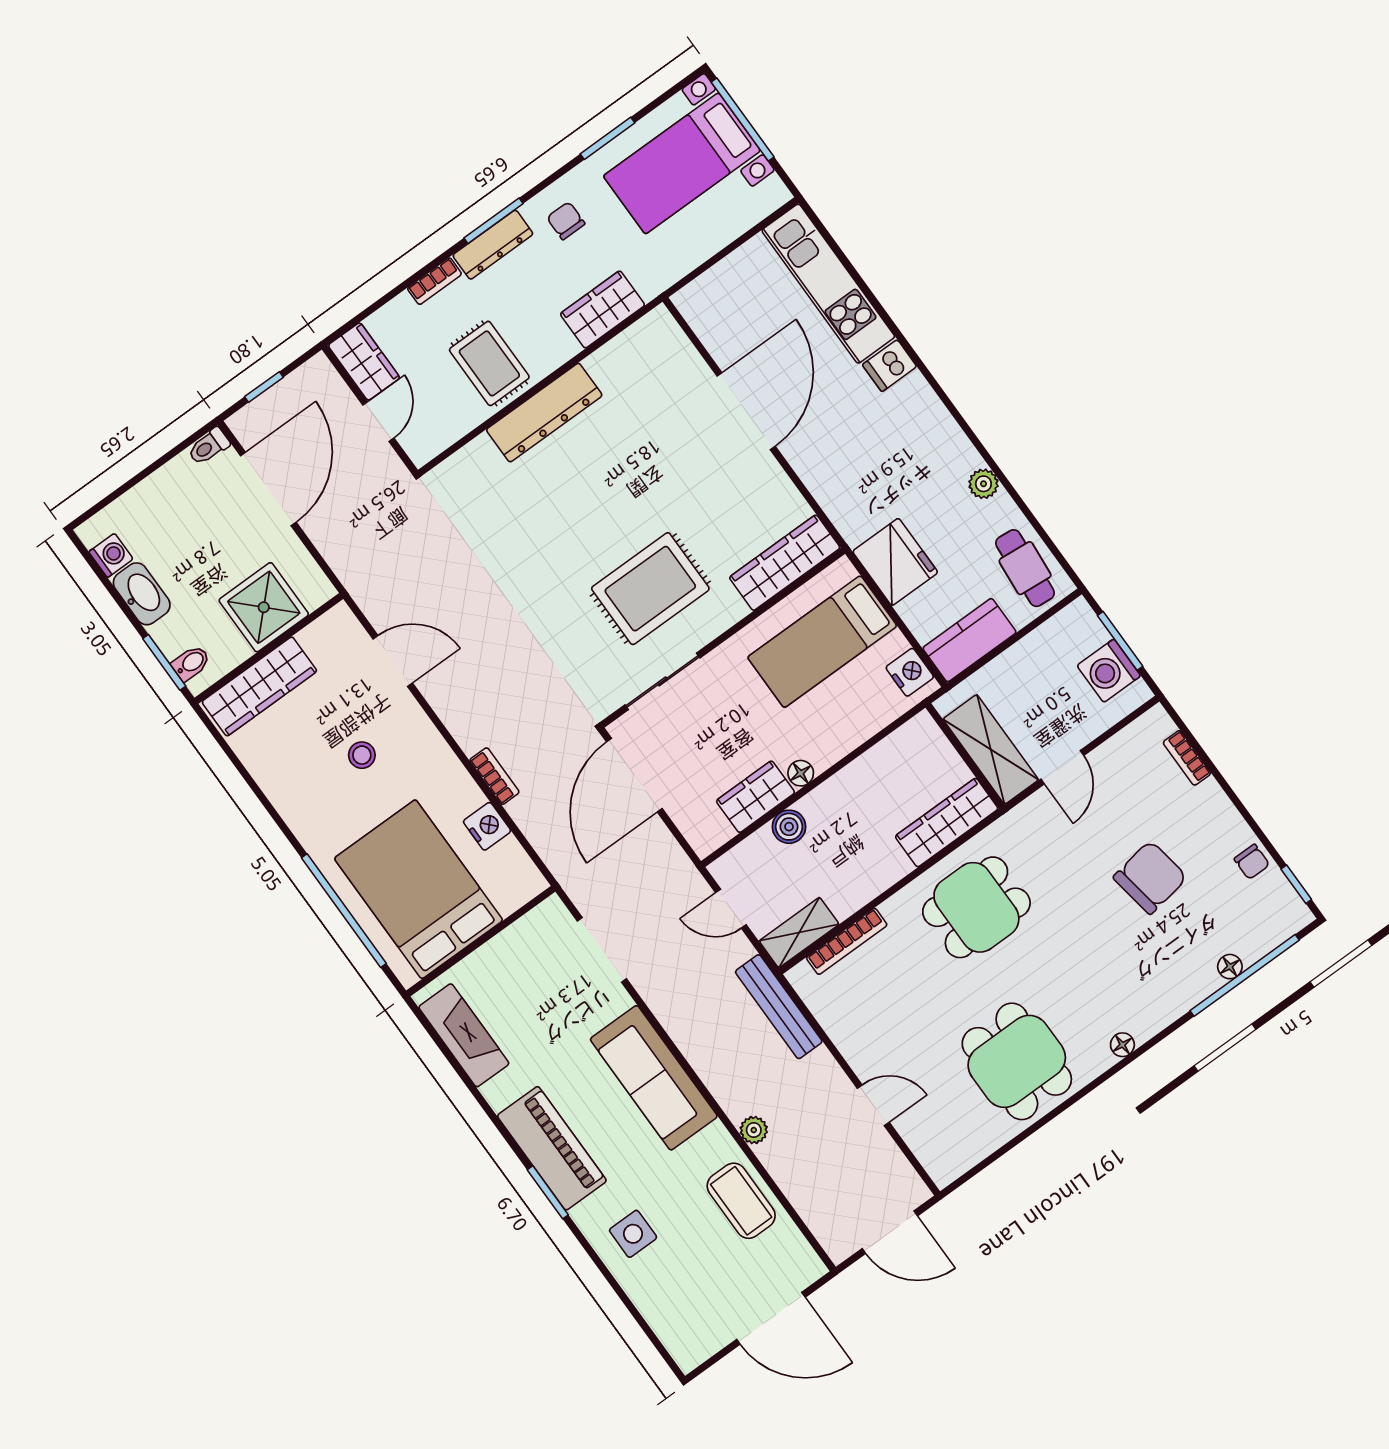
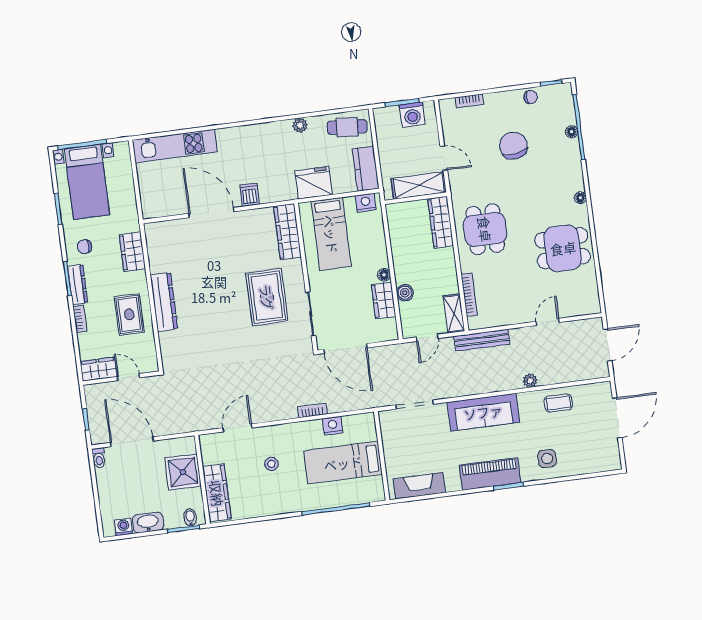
rug: (489, 363) -> (129, 314), turned 90
dishwasher: (889, 366) -> (250, 195), moved, turned 180
bed: (419, 889) -> (343, 463), width x0.67
coffee table: (741, 1201) -> (558, 403), width x0.73, depth x0.77

